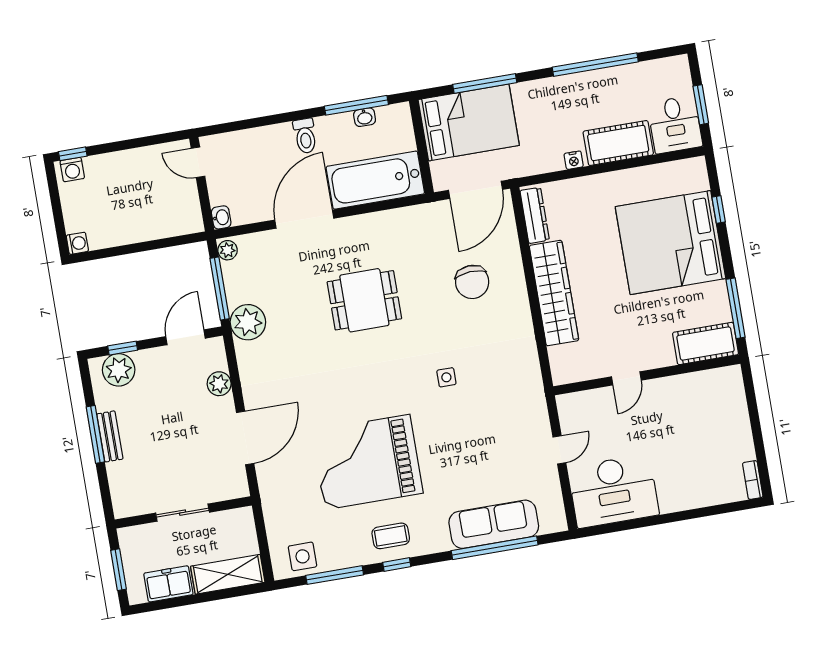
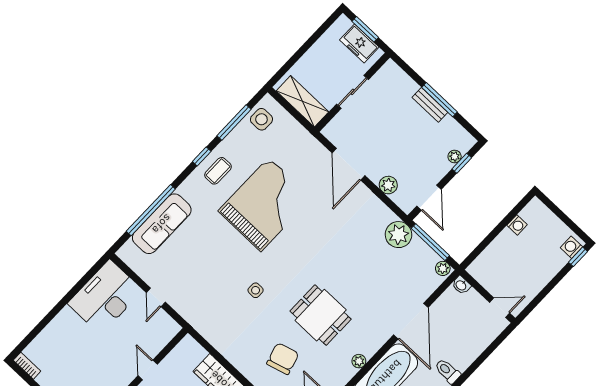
plant: (392, 218) -> (359, 361), added
washing machine: (77, 243) -> (517, 225), moved, turned -90
chair: (472, 282) -> (283, 359), turned 77
dining table: (364, 300) -> (321, 315), moved, turned 90
plant: (119, 370) -> (455, 156), width x0.53, depth x0.53
shelving: (228, 574) -> (302, 101), moved, turned 90
freezer: (168, 584) -> (359, 44), moved, turned 90

